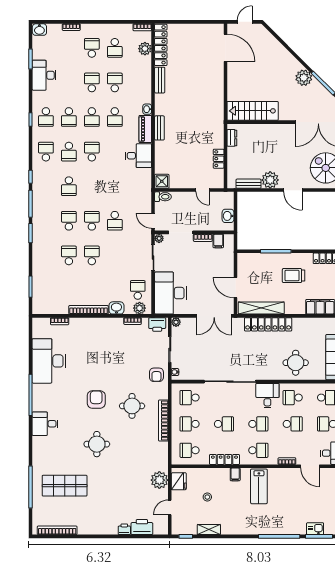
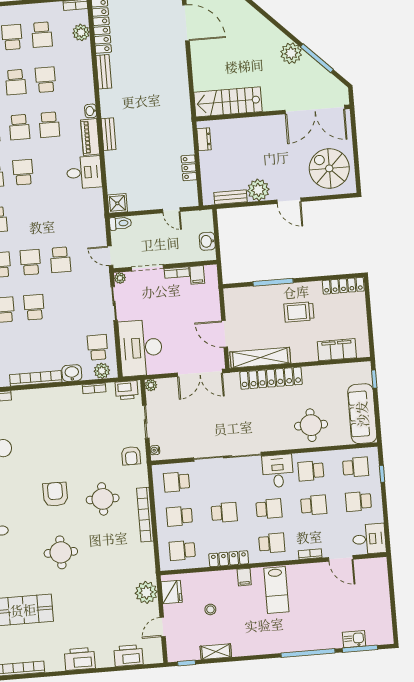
school desk: (92, 82) -> (16, 82), turned 180
printer: (124, 529) -> (80, 659), moved, width x1.87, depth x1.48

